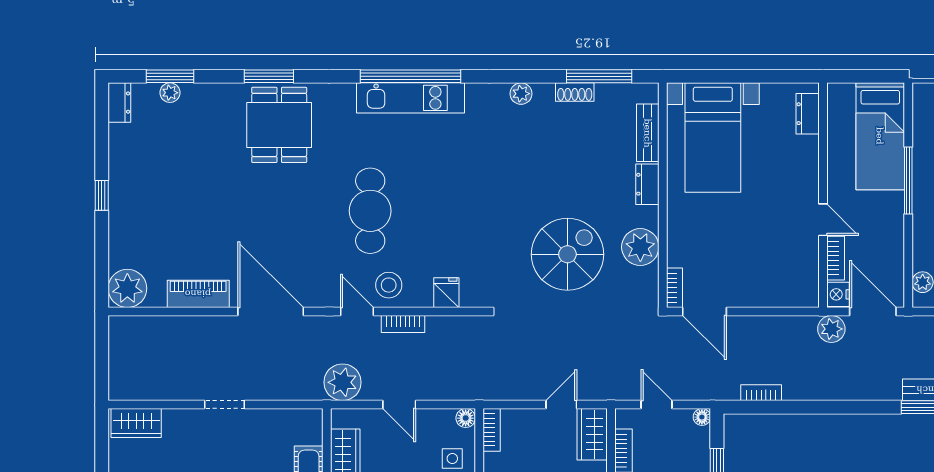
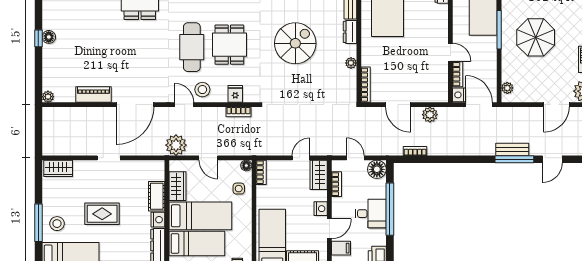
floor lamp: (120, 193) -> (49, 37), added
dining table: (436, 206) -> (229, 45), added
plant: (640, 247) -> (351, 63), width x0.53, depth x0.53
spiral stairs: (567, 254) -> (295, 43), moved
plant: (127, 288) -> (48, 97), width x0.53, depth x0.53
bookcase: (674, 288) -> (366, 85), width x1.56
door: (271, 312) -> (135, 105), swing flipped
door: (705, 312) -> (398, 105), moved
bookcase: (403, 324) -> (238, 112), moved
plant: (831, 329) -> (430, 115), moved
floor lamp: (702, 417) -> (377, 169), width x1.89, depth x1.89

